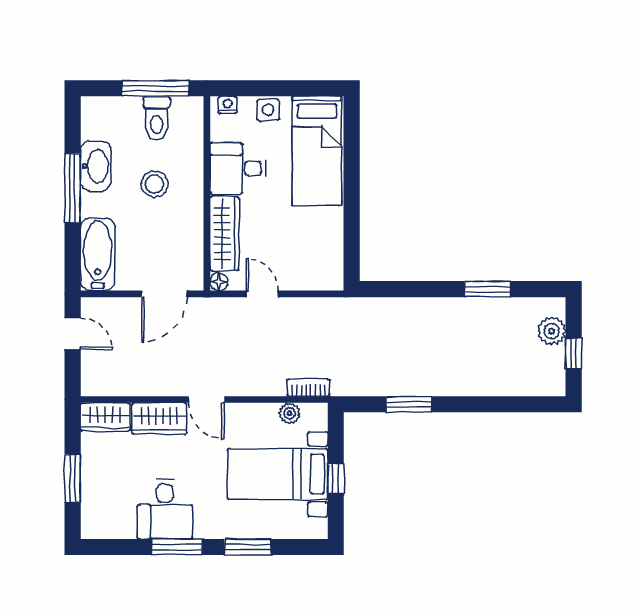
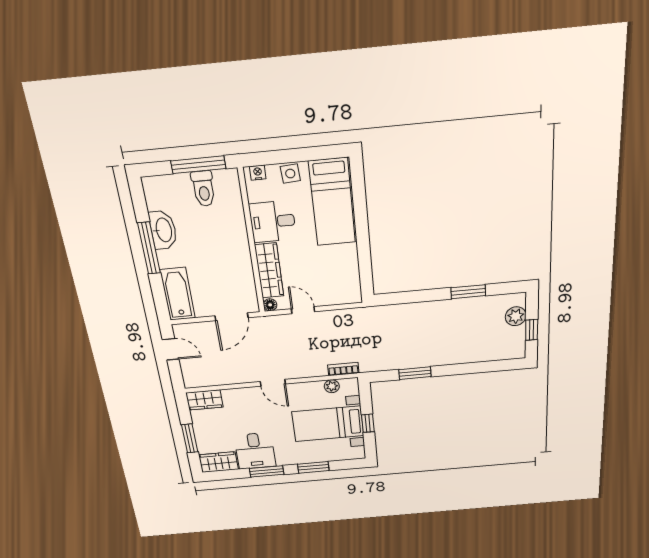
stool: (155, 184) -> (211, 239), removed
wardrobe: (159, 419) -> (219, 462), moved, turned 180

